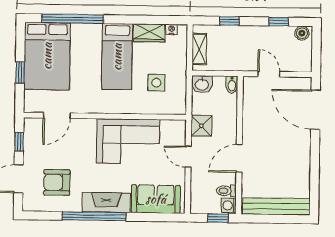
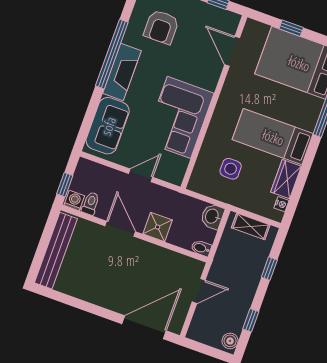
shower: (201, 126) -> (158, 227), moved
armchair: (57, 182) -> (161, 27), turned 180

